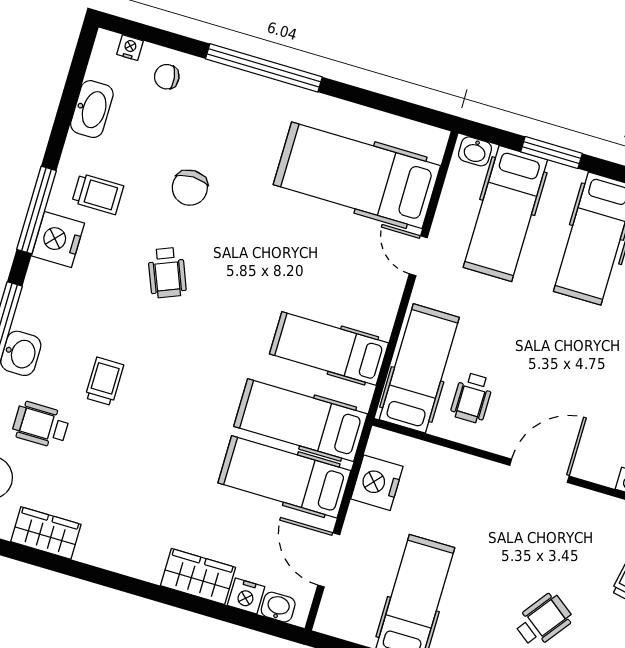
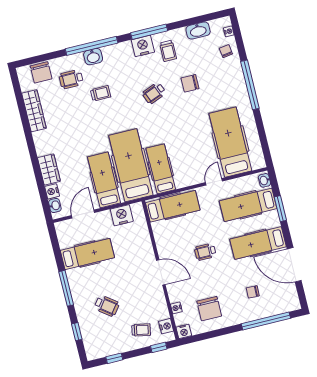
wheelchair: (472, 398) -> (205, 252), moved
hospital bed: (301, 420) -> (131, 165), width x1.37, depth x1.29
wheelchair: (41, 425) -> (71, 79), turned -90
wardrobe: (46, 533) -> (34, 111), width x1.50

